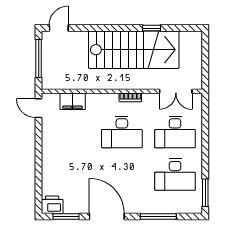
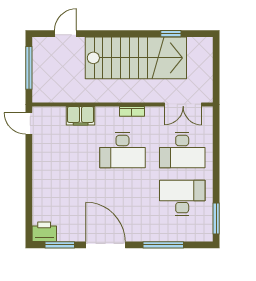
door: (59, 28) -> (65, 34), moved
window: (151, 28) -> (171, 34), moved
filing cabinet: (73, 101) -> (81, 116), moved
desk: (175, 175) -> (182, 198), turned 180

